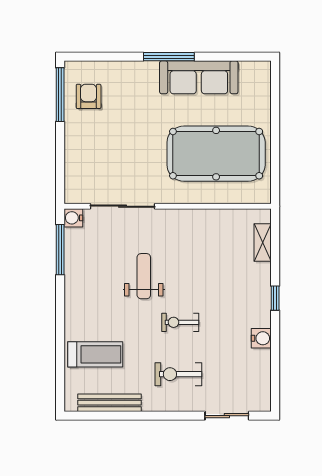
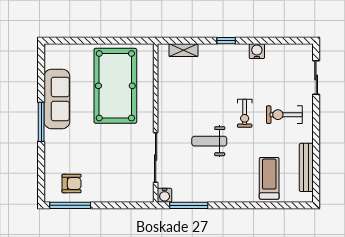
armchair: (89, 96) -> (72, 184), turned 180
exercise bike: (178, 374) -> (284, 115), turned 90

